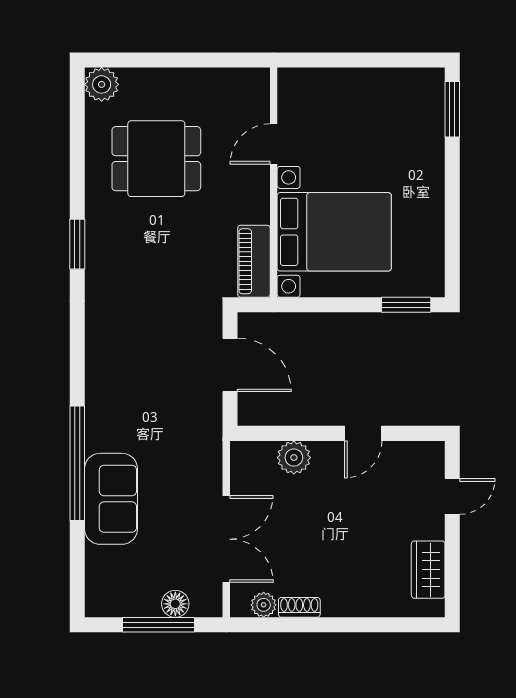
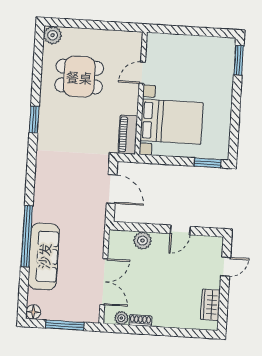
sofa: (111, 499) -> (44, 256), width x1.36
floor lamp: (175, 604) -> (33, 312), moved

